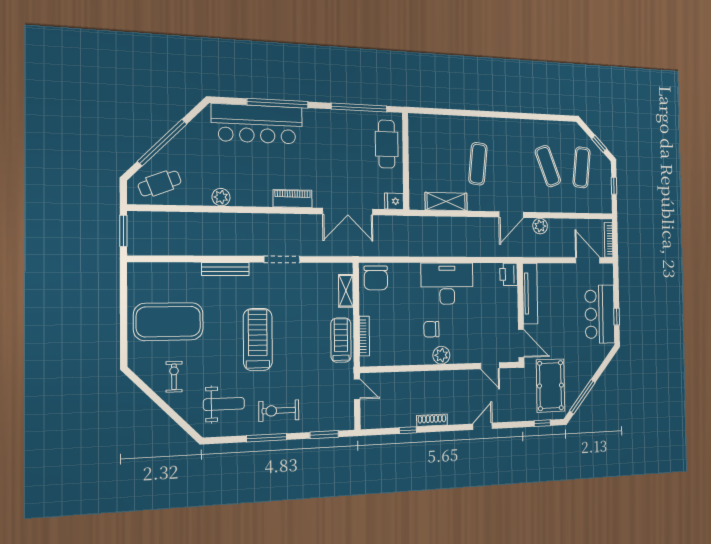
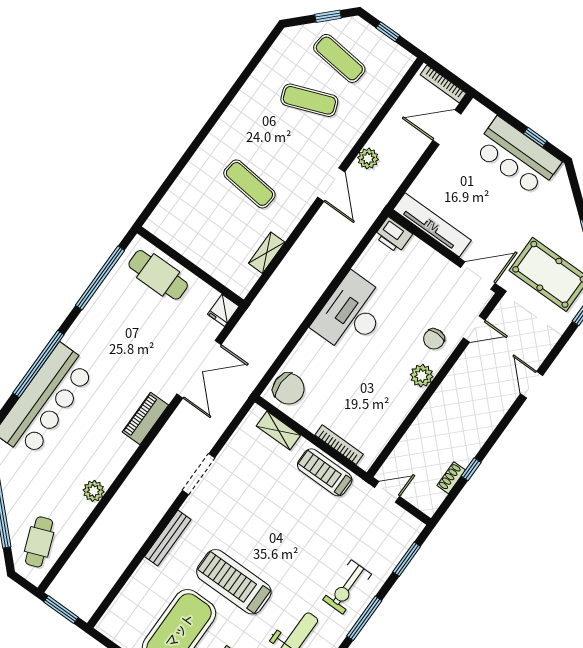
shelving: (446, 202) -> (267, 253), width x0.67, depth x0.75
chair: (431, 329) -> (434, 339), moved
treadmill: (258, 339) -> (234, 582), moved
shoe rack: (432, 420) -> (451, 478), moved, width x0.70

